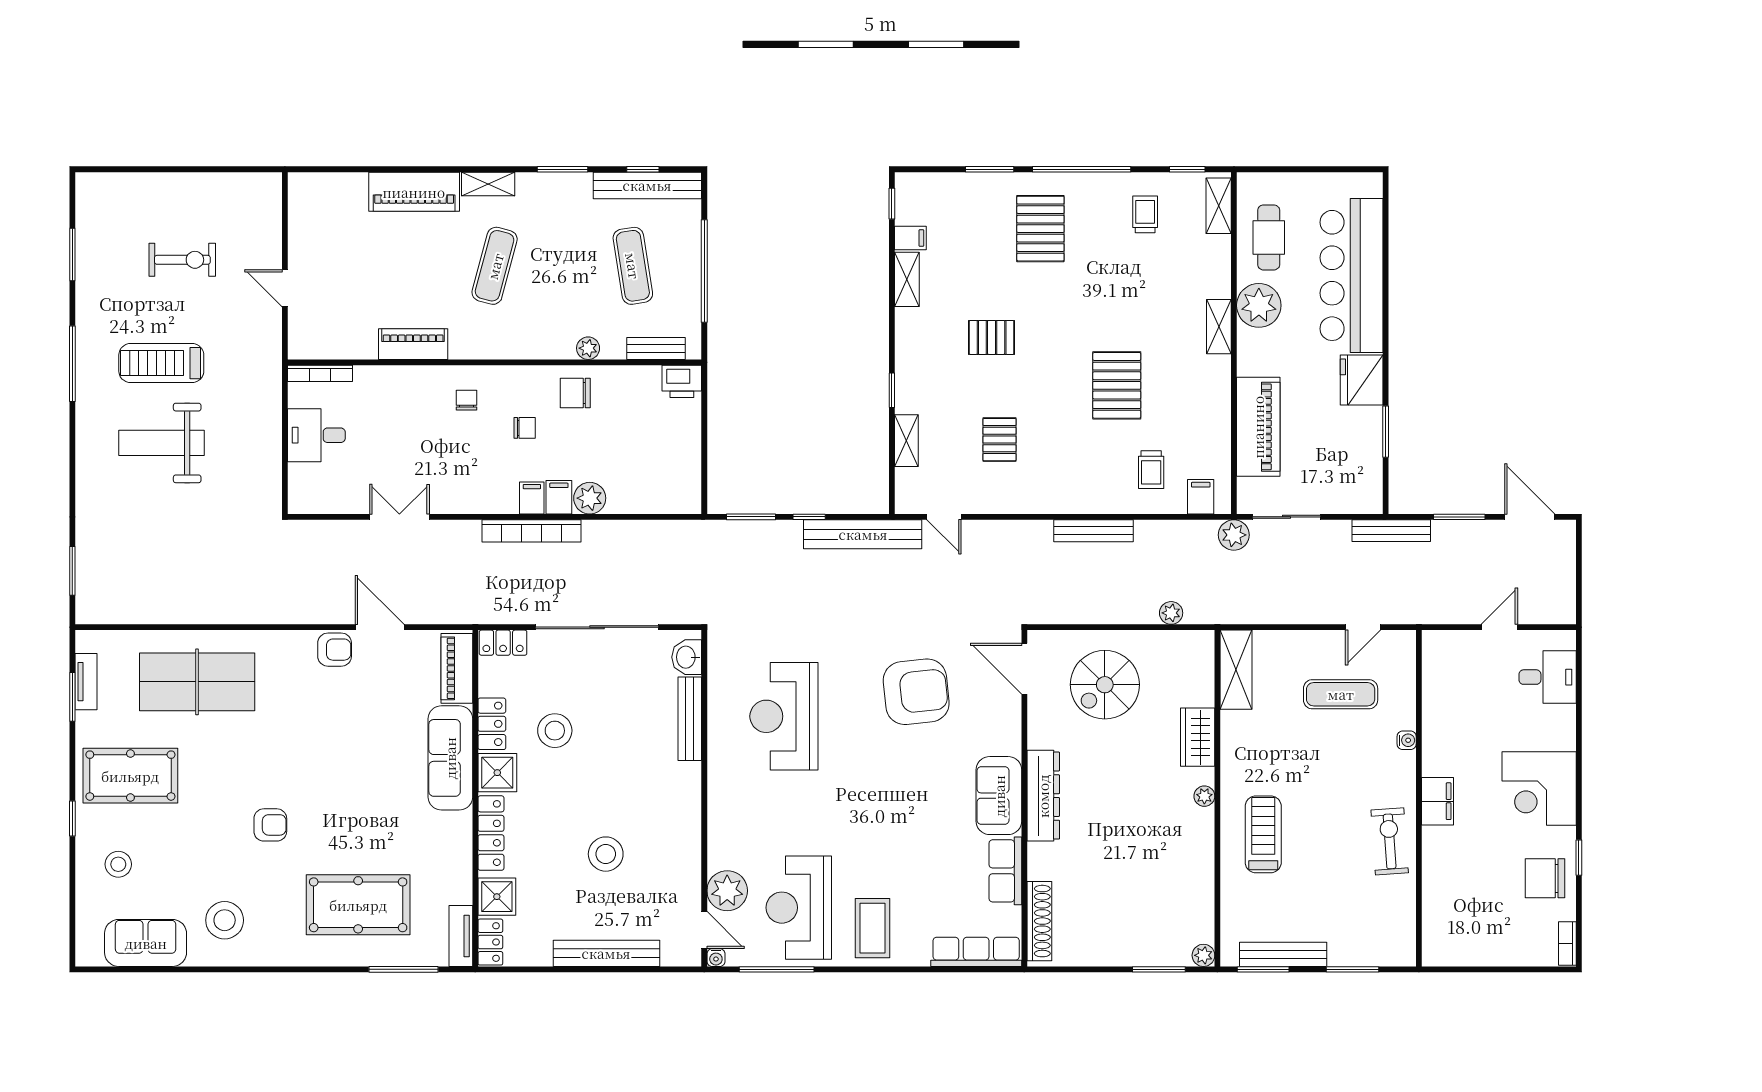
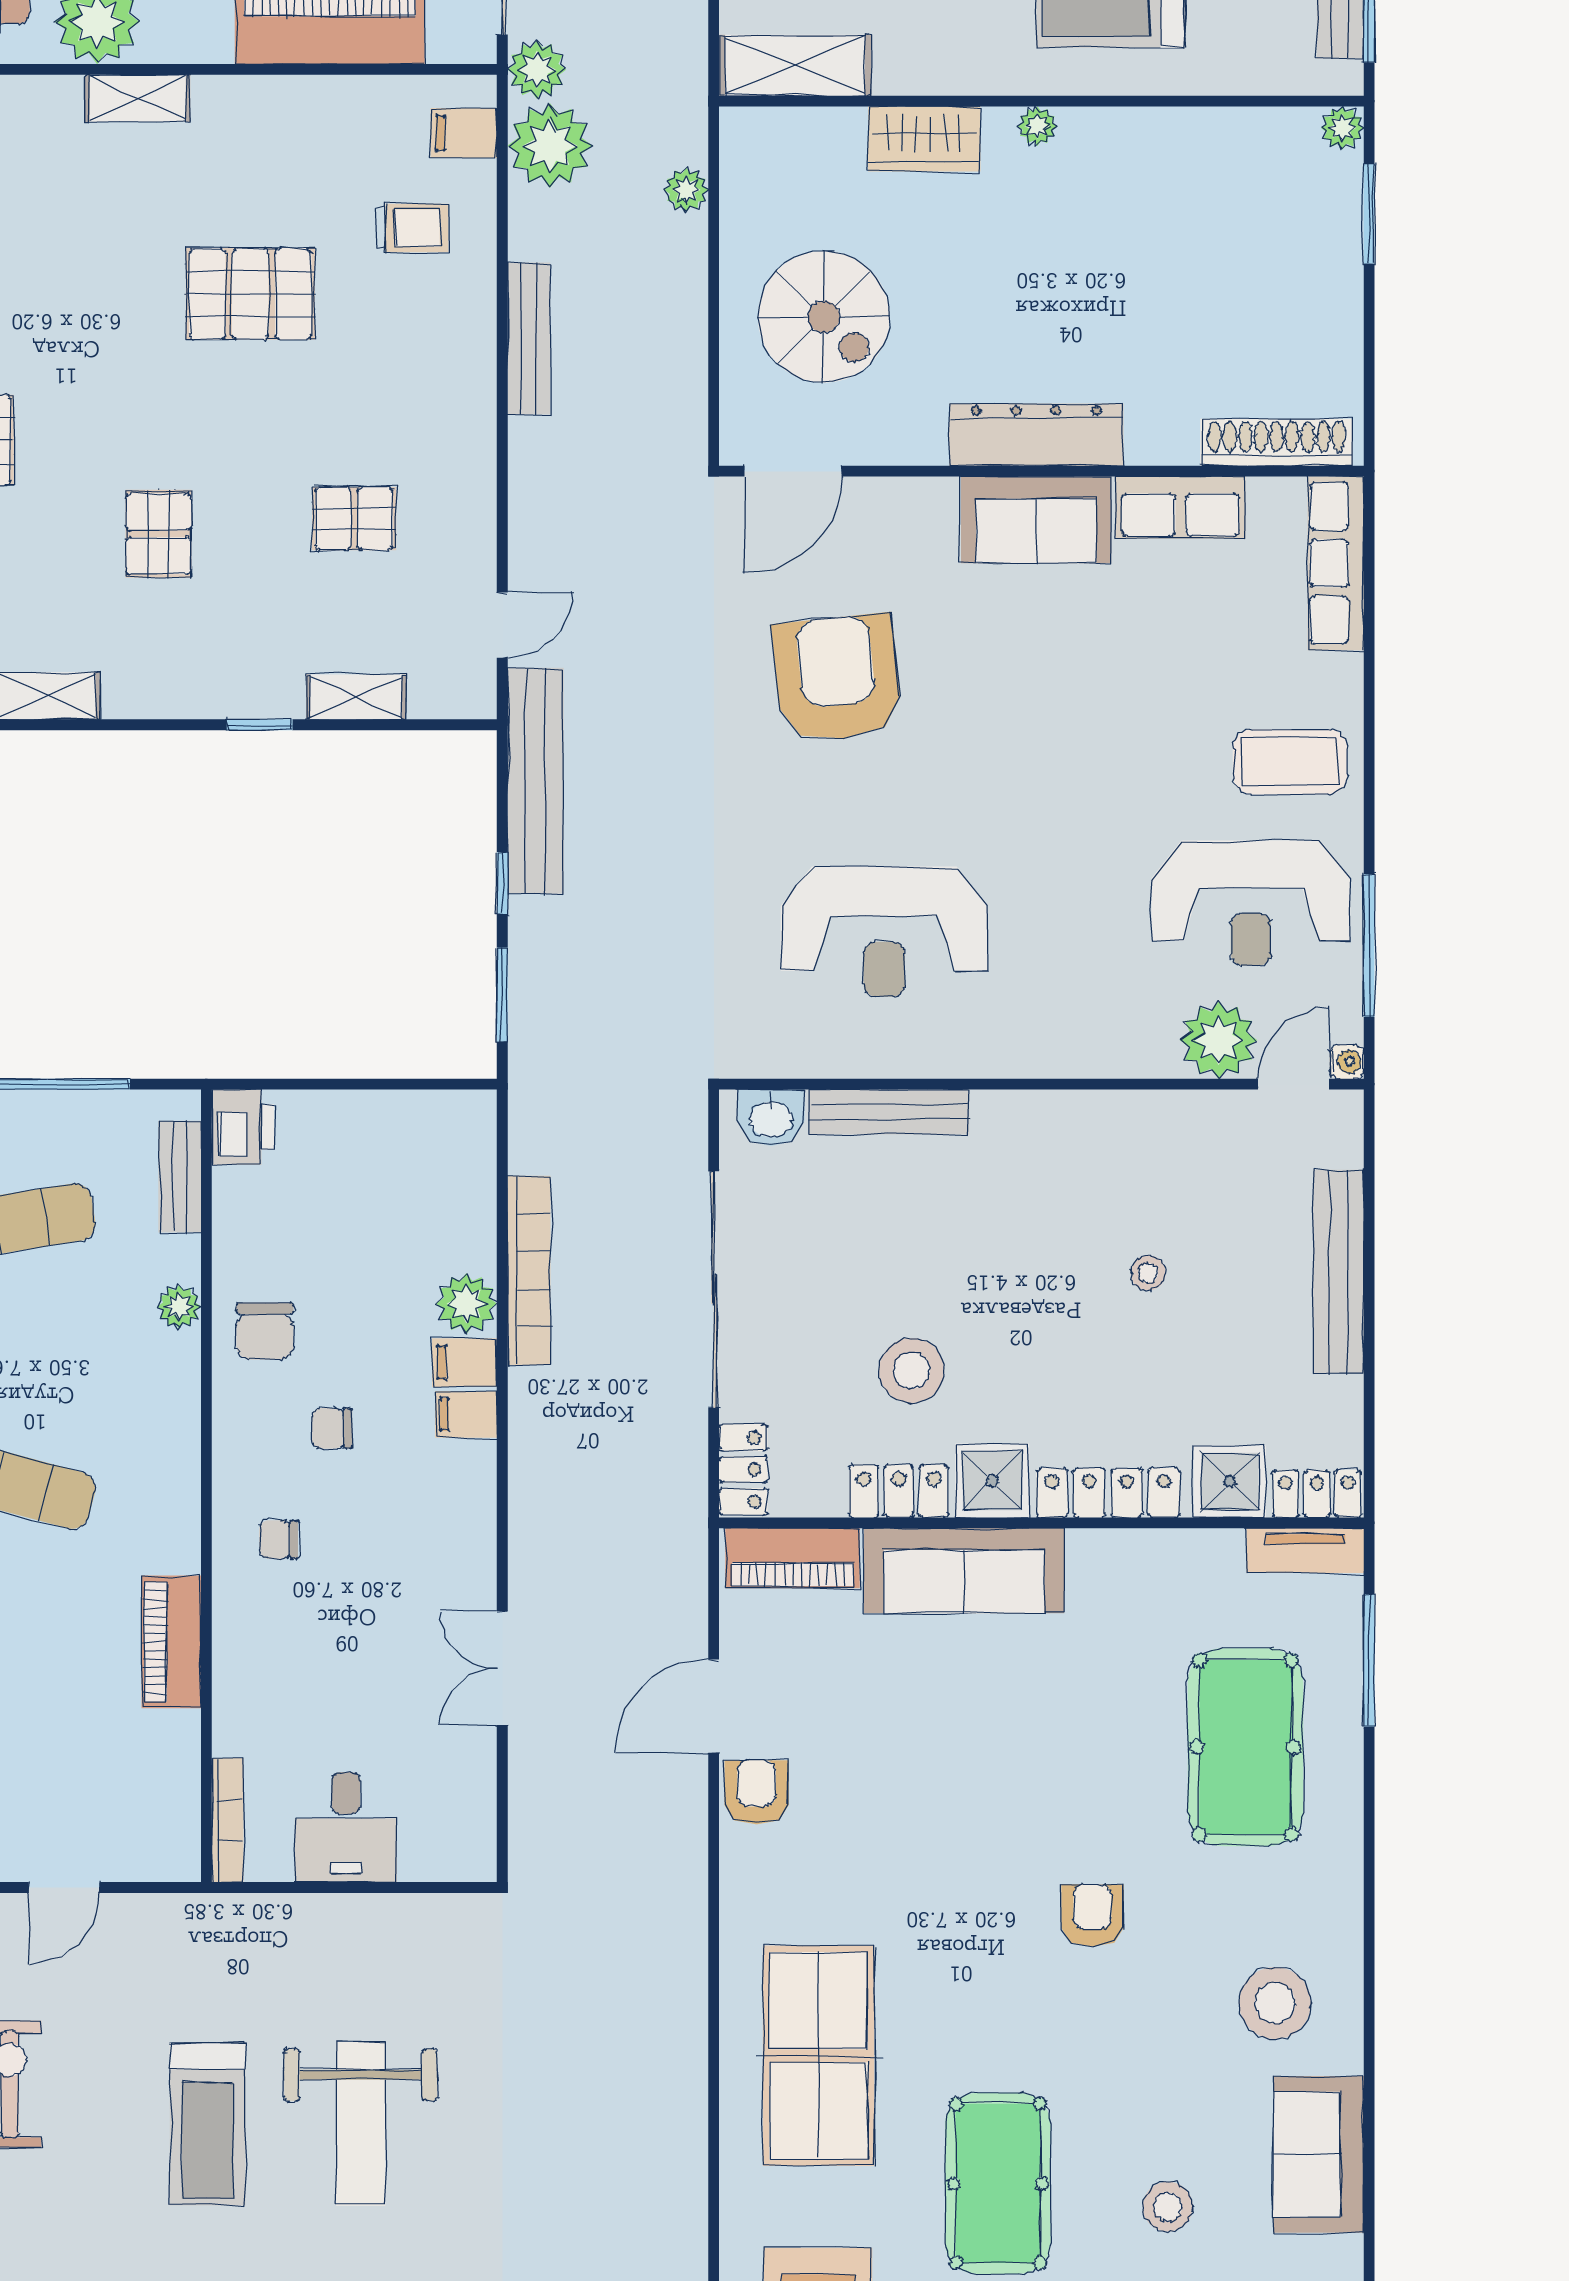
chair: (525, 428) -> (332, 1428), turned -90
bookcase: (531, 531) -> (529, 1270), moved
plant: (1194, 542) -> (550, 146), added
stool: (606, 854) -> (1148, 1273), width x0.53, depth x0.53

